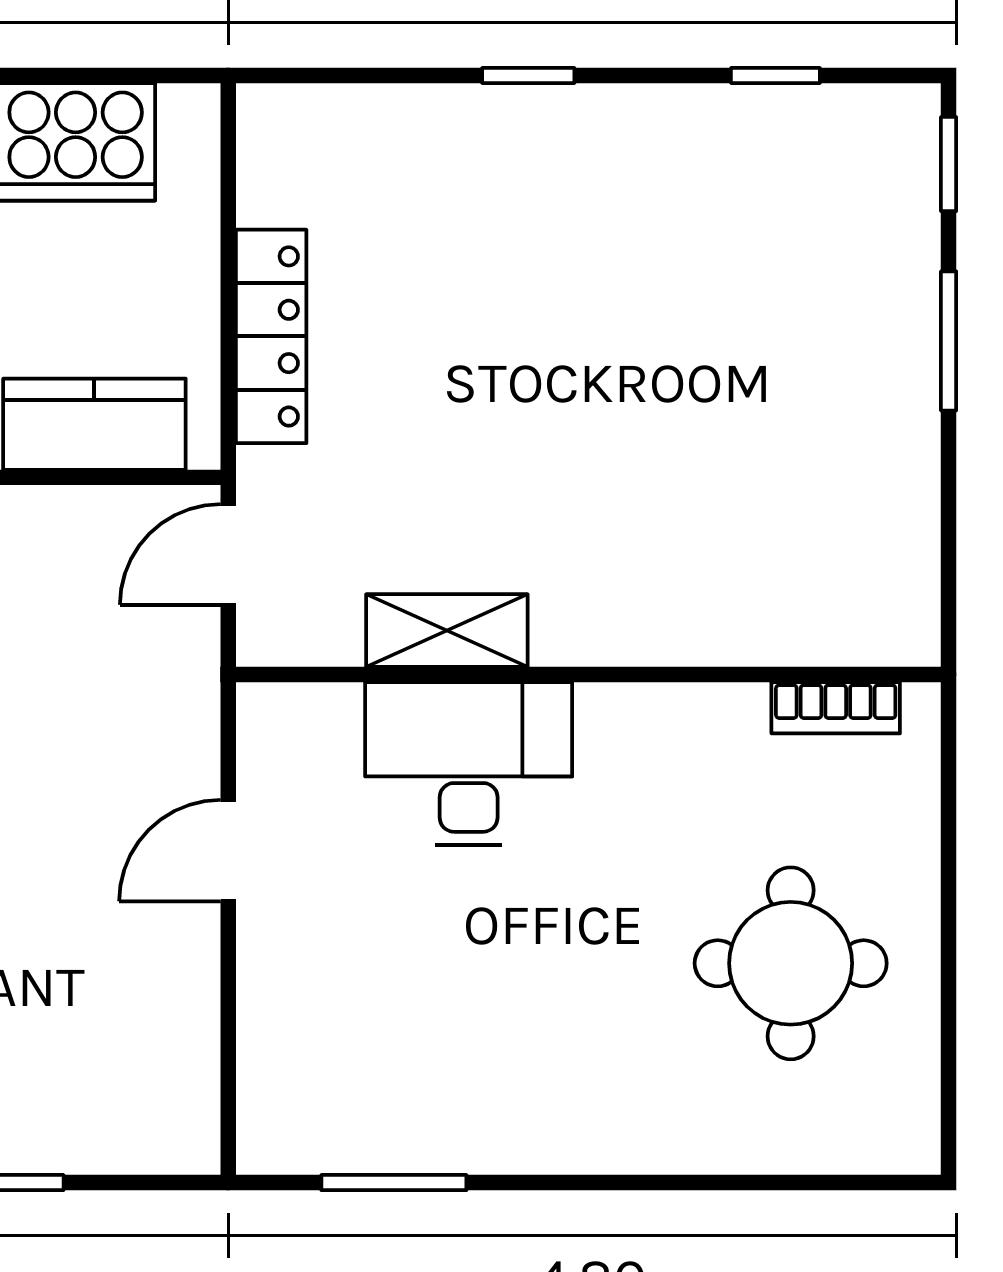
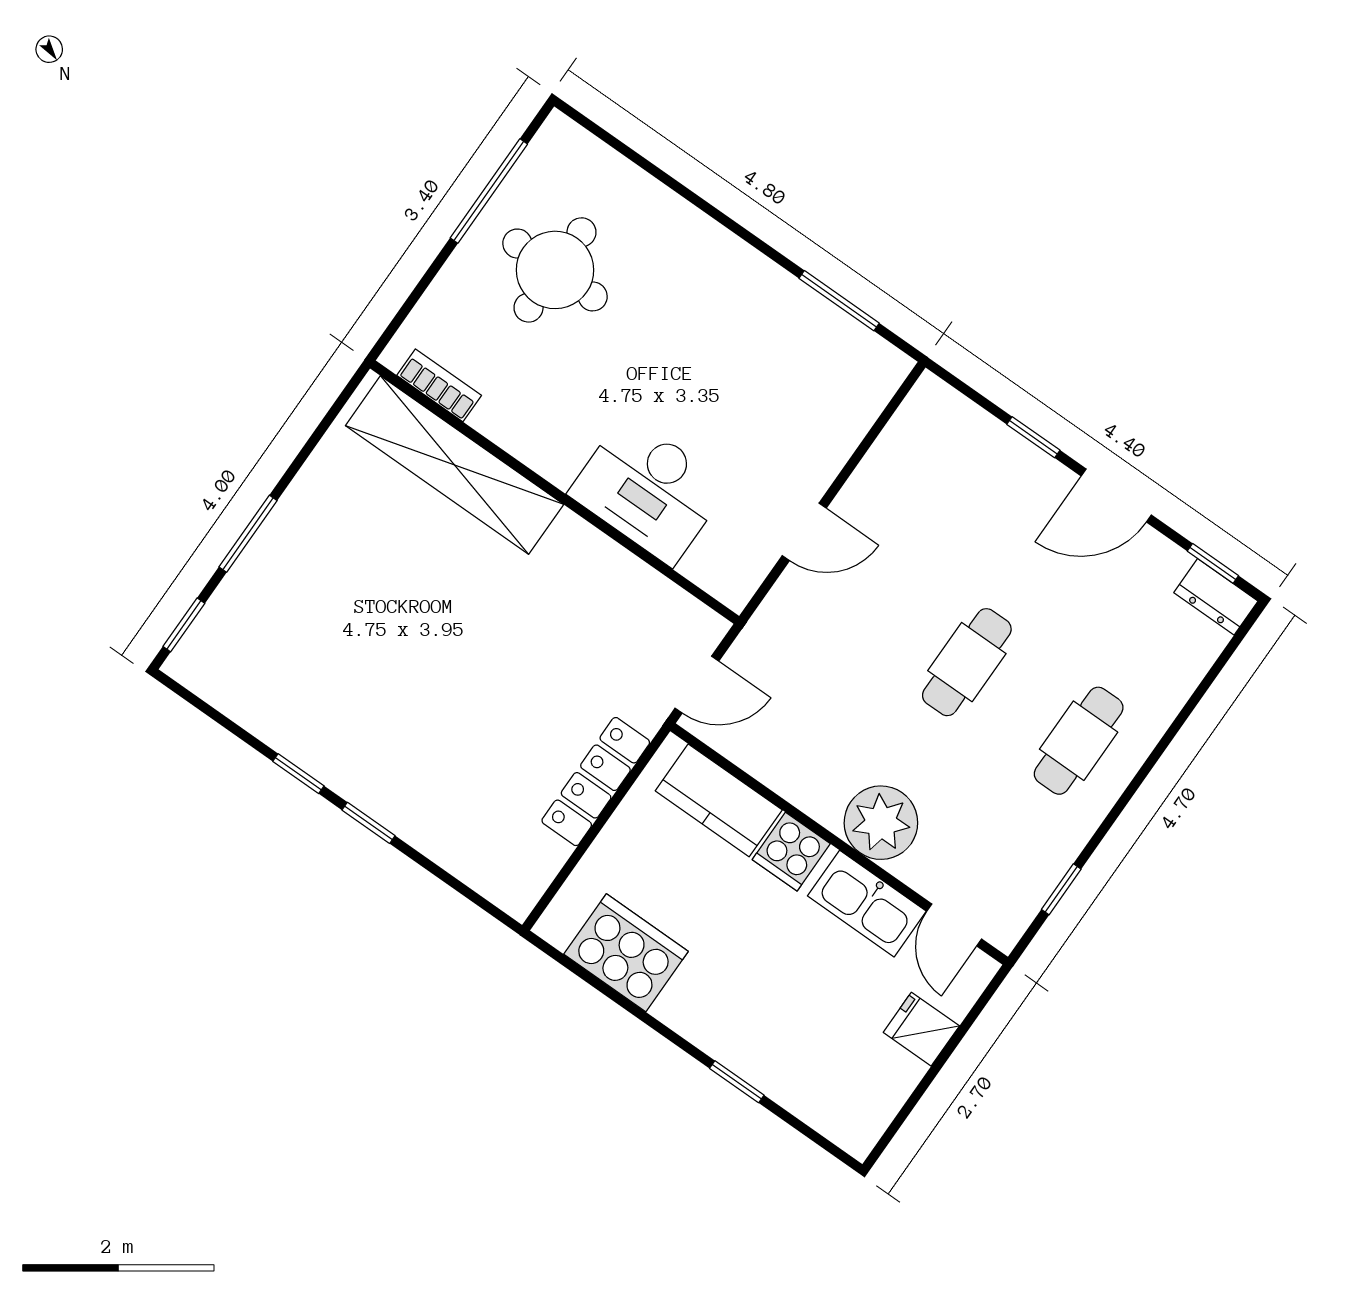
window: (775, 75) -> (298, 774), moved
shelving: (447, 631) -> (455, 465), moved, width x2.20, depth x1.33
window: (949, 1005) -> (489, 191), added

